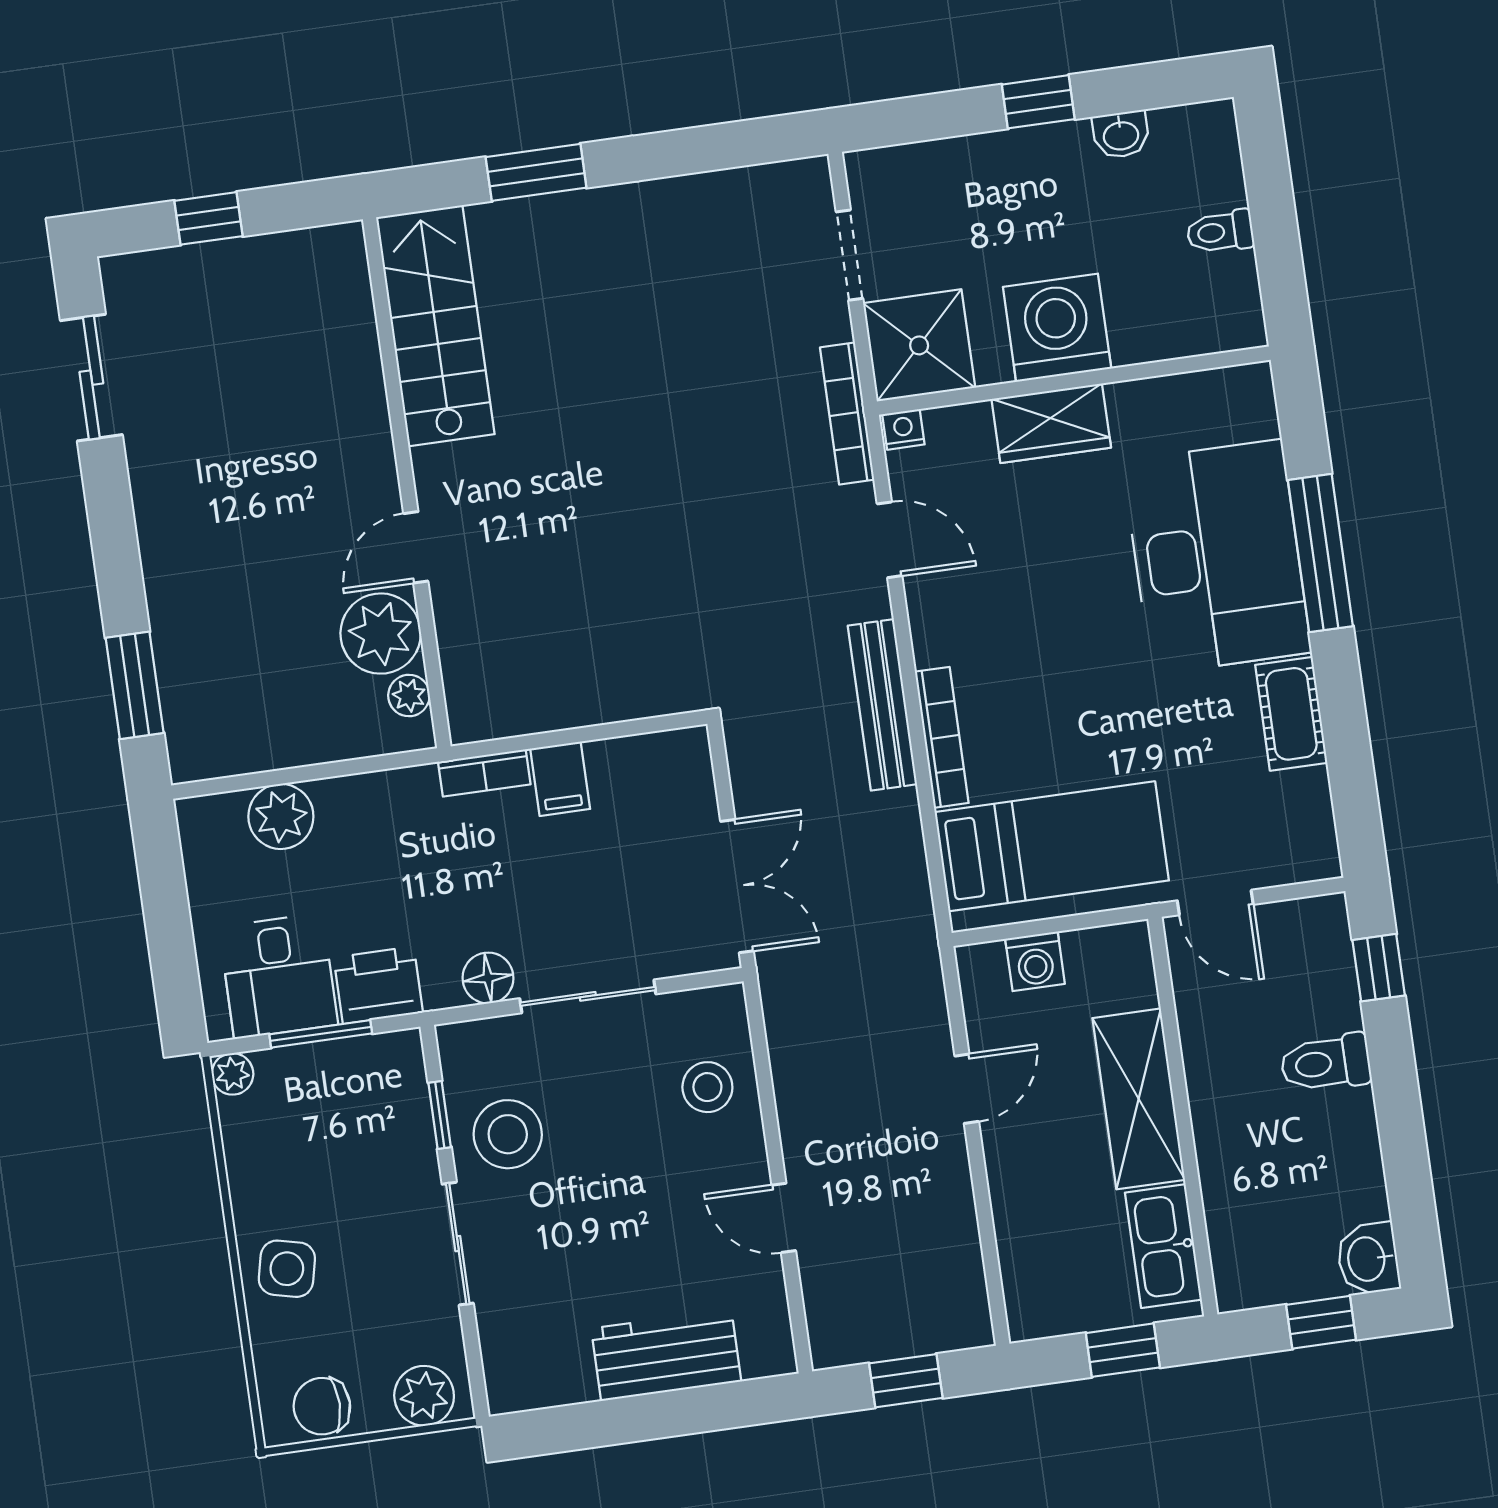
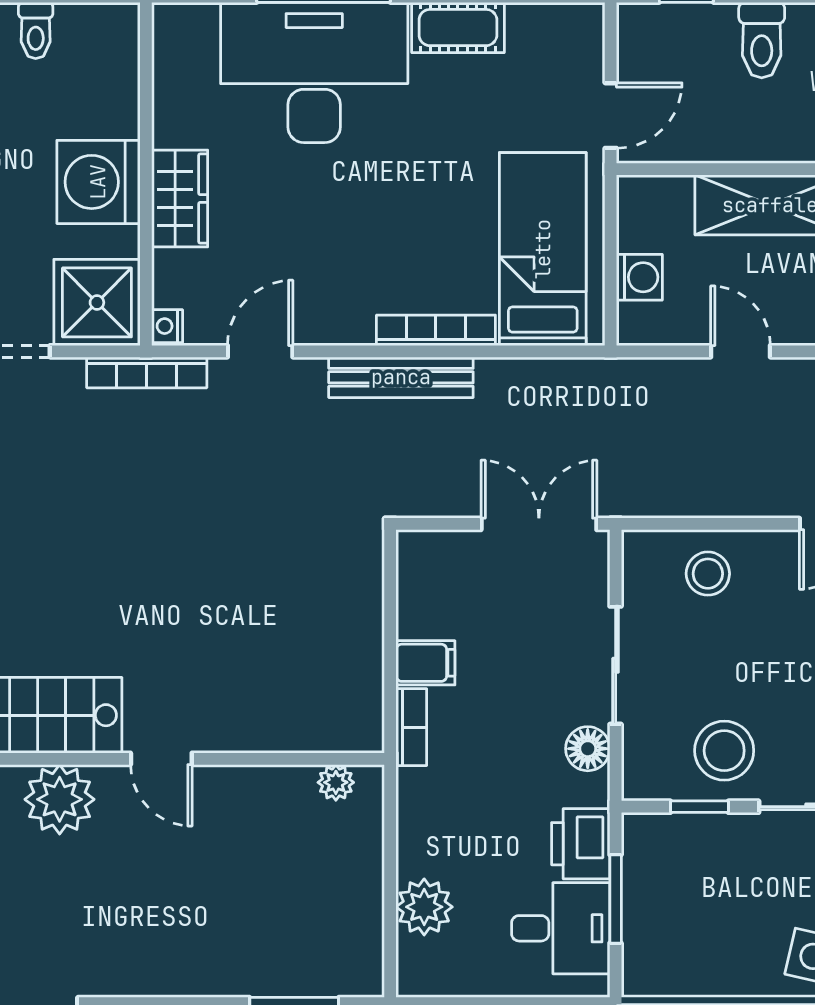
door: (416, 547) -> (161, 759), moved
plant: (381, 634) -> (60, 799), moved
plant: (233, 1074) -> (639, 979), removed

